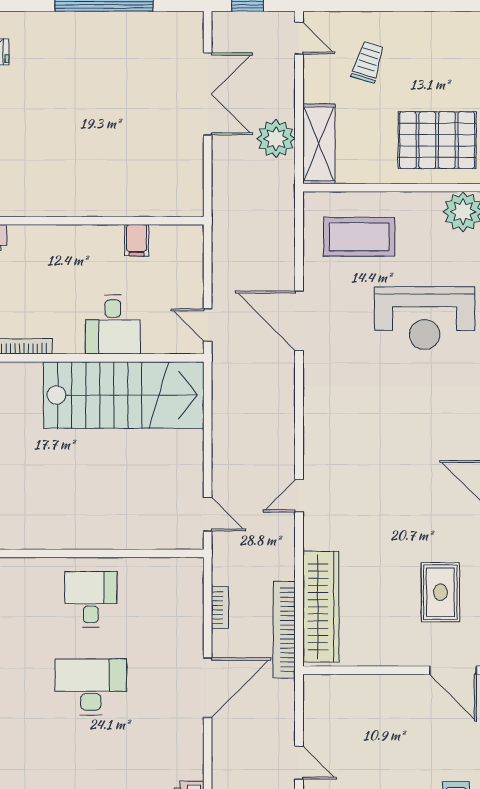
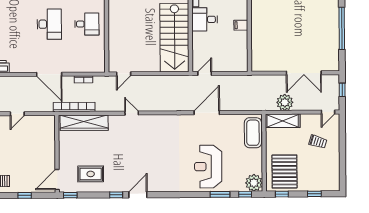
coffee table: (359, 237) -> (253, 133), moved
filing cabinet: (137, 240) -> (241, 25), moved
desk: (113, 325) -> (205, 19), moved

